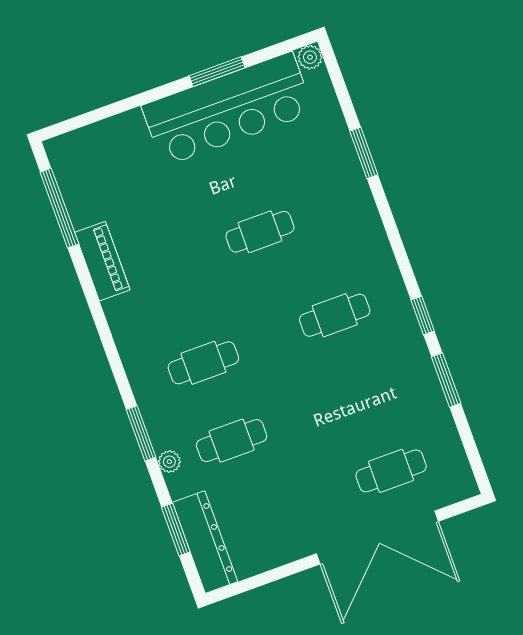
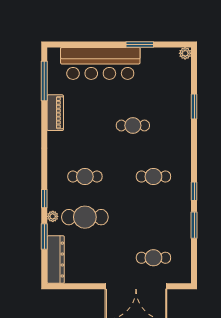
bar counter: (228, 109) -> (100, 63), moved
window: (141, 433) -> (44, 199), width x0.67
cafe table: (232, 441) -> (85, 217), width x1.37, depth x1.35
window: (176, 530) -> (44, 236), moved

